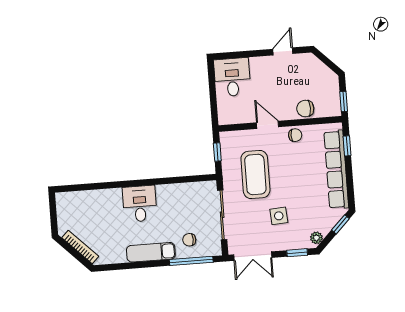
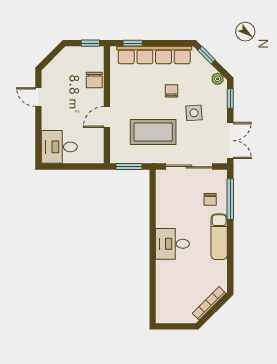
chair: (295, 135) -> (171, 91), moved
window: (217, 152) -> (129, 167), width x1.50

